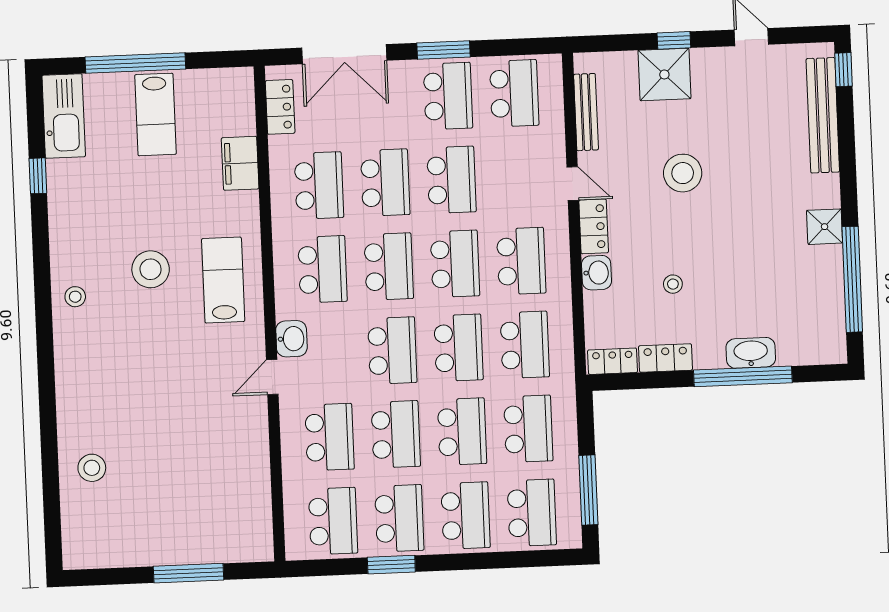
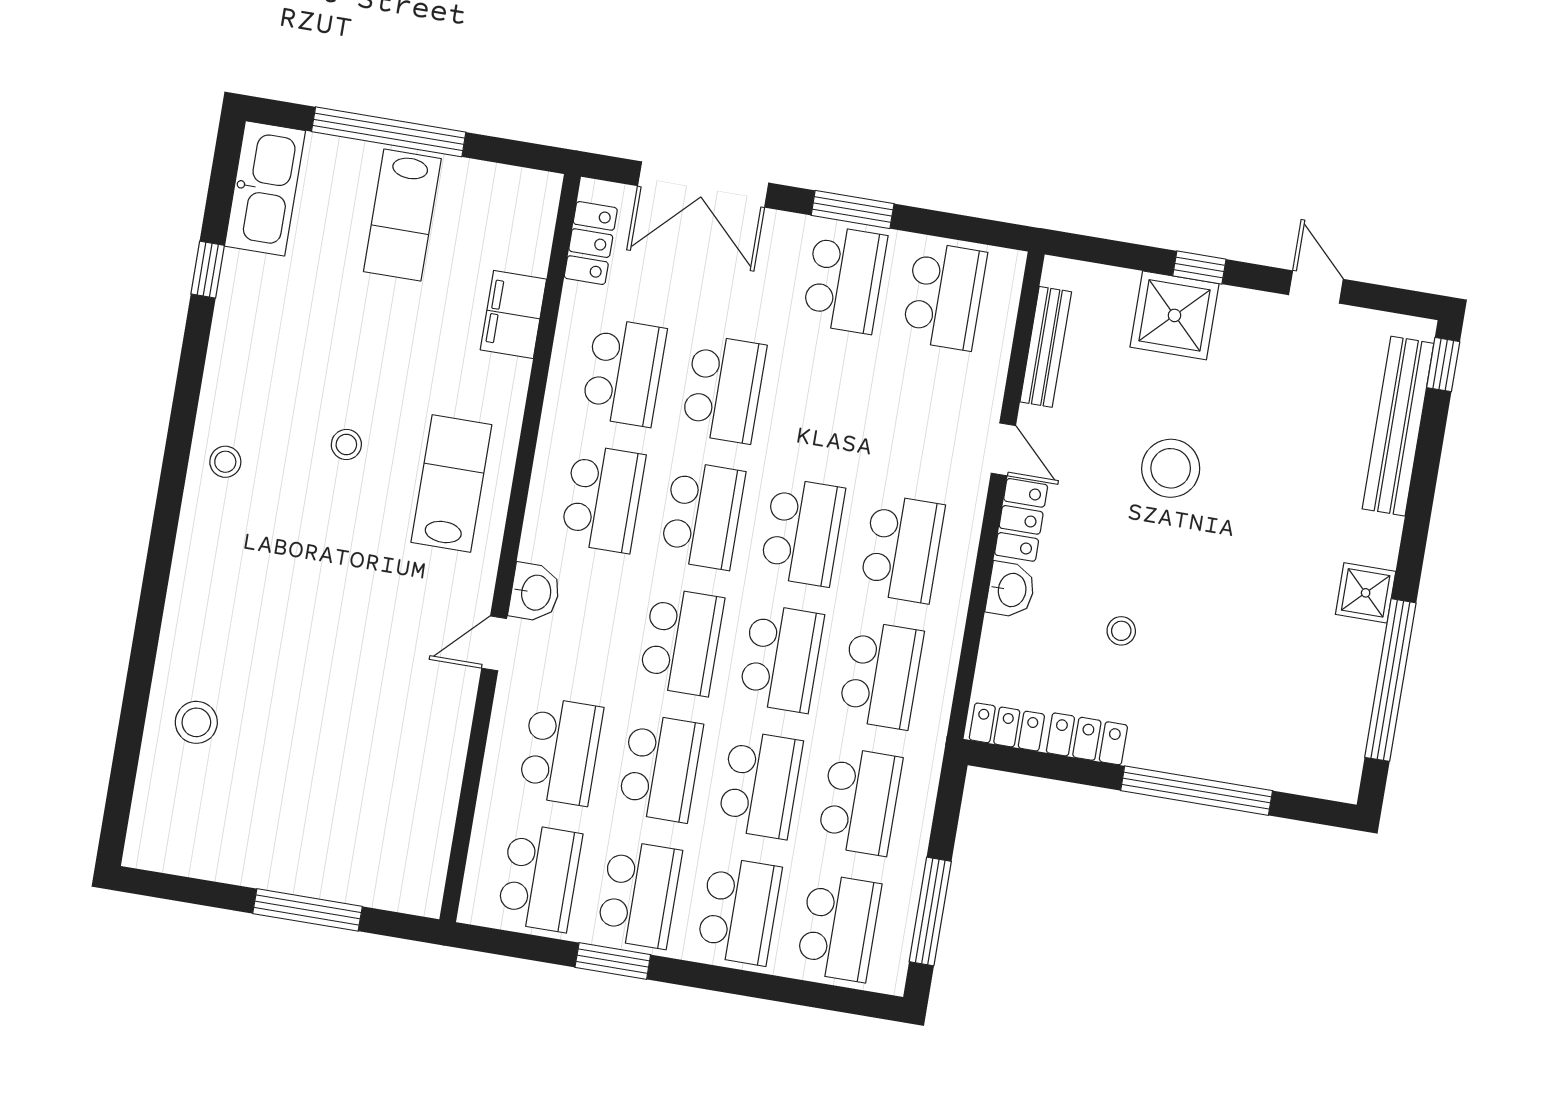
school desk: (451, 180) -> (824, 406), removed
stool: (151, 269) -> (346, 444), width x0.53, depth x0.53
washbasin: (751, 353) -> (1216, 758), removed

